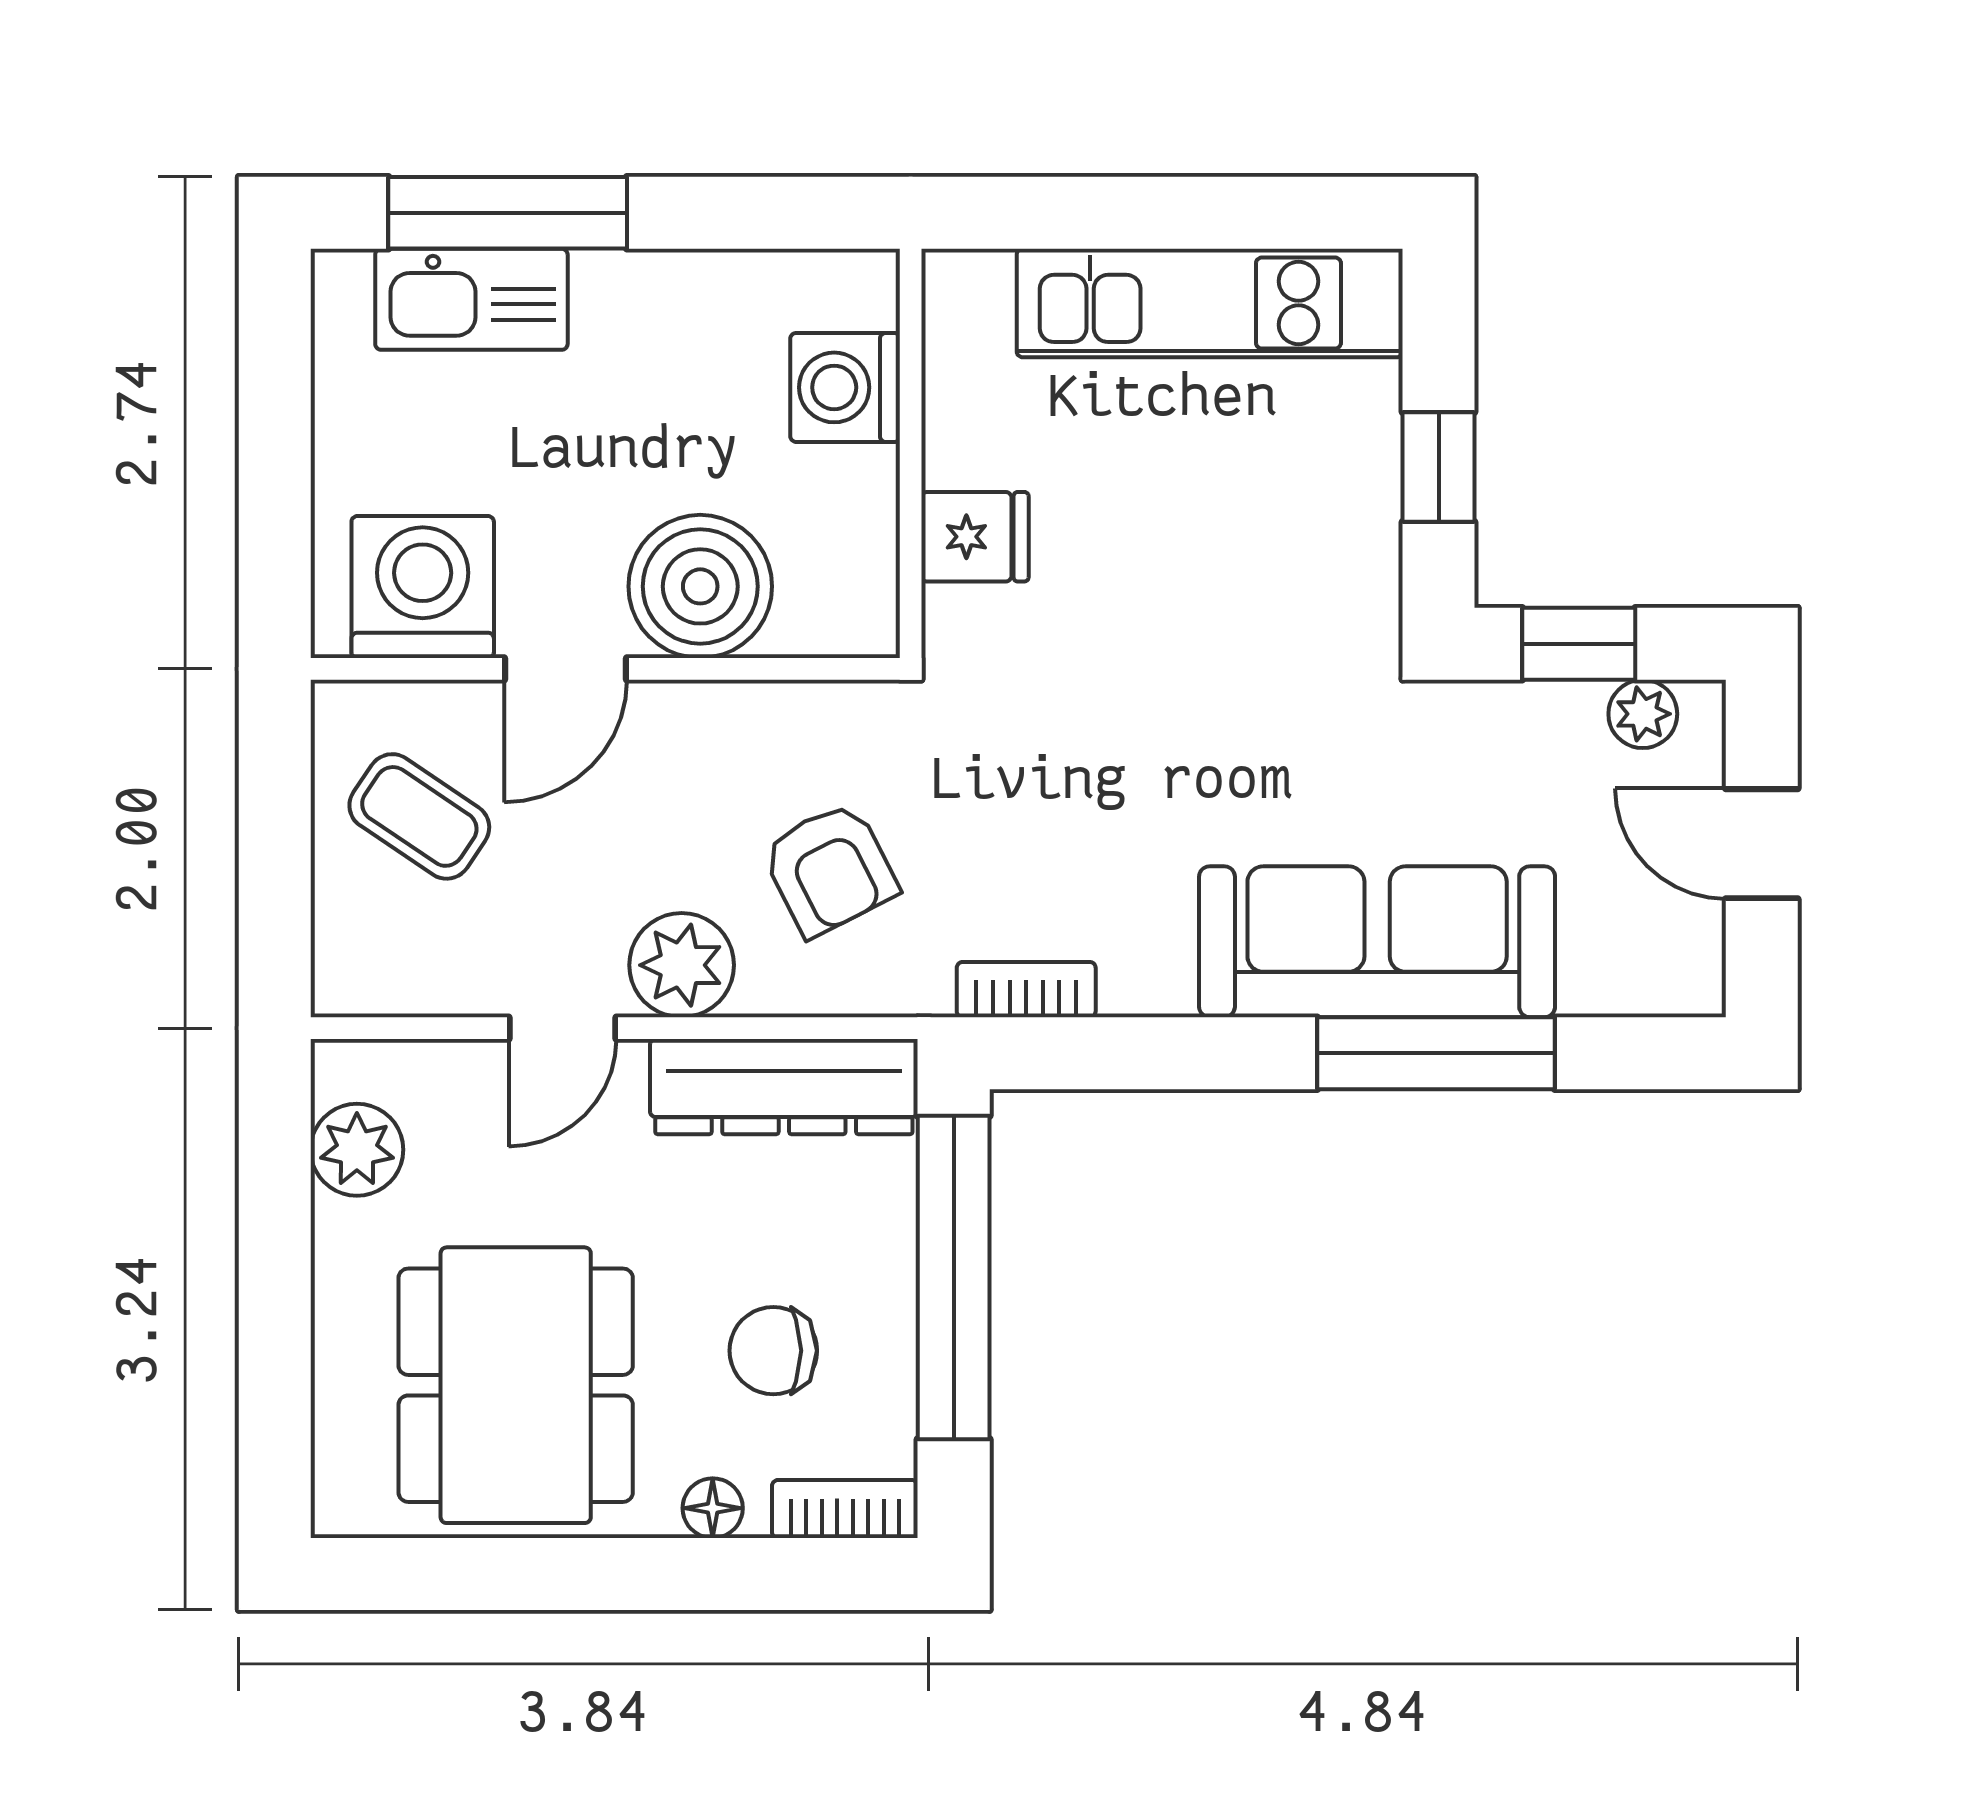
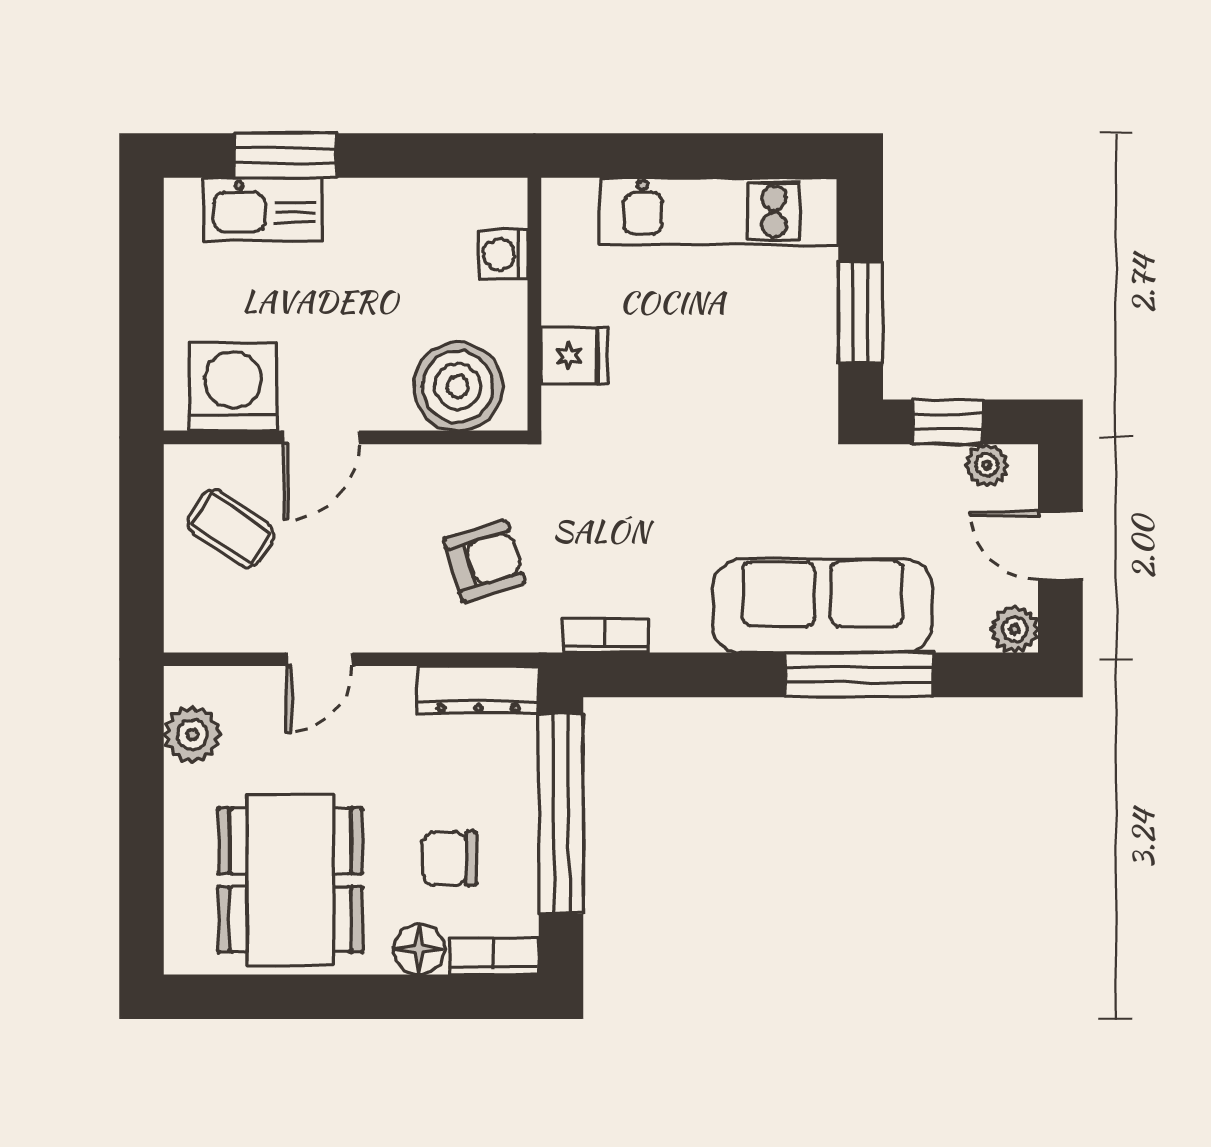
window: (508, 213) -> (285, 155), width x0.69
washing machine: (845, 387) -> (503, 254), width x0.73, depth x0.73
window: (1439, 467) -> (861, 313), width x1.50
boiler: (700, 586) -> (458, 386), moved
armchair: (830, 869) -> (484, 561), turned -80
plant: (682, 965) -> (1015, 629), moved, width x0.73, depth x0.73
dresser: (784, 1087) -> (478, 690), width x0.73, depth x0.80
floor lamp: (713, 1508) -> (419, 949), width x1.37, depth x1.37

